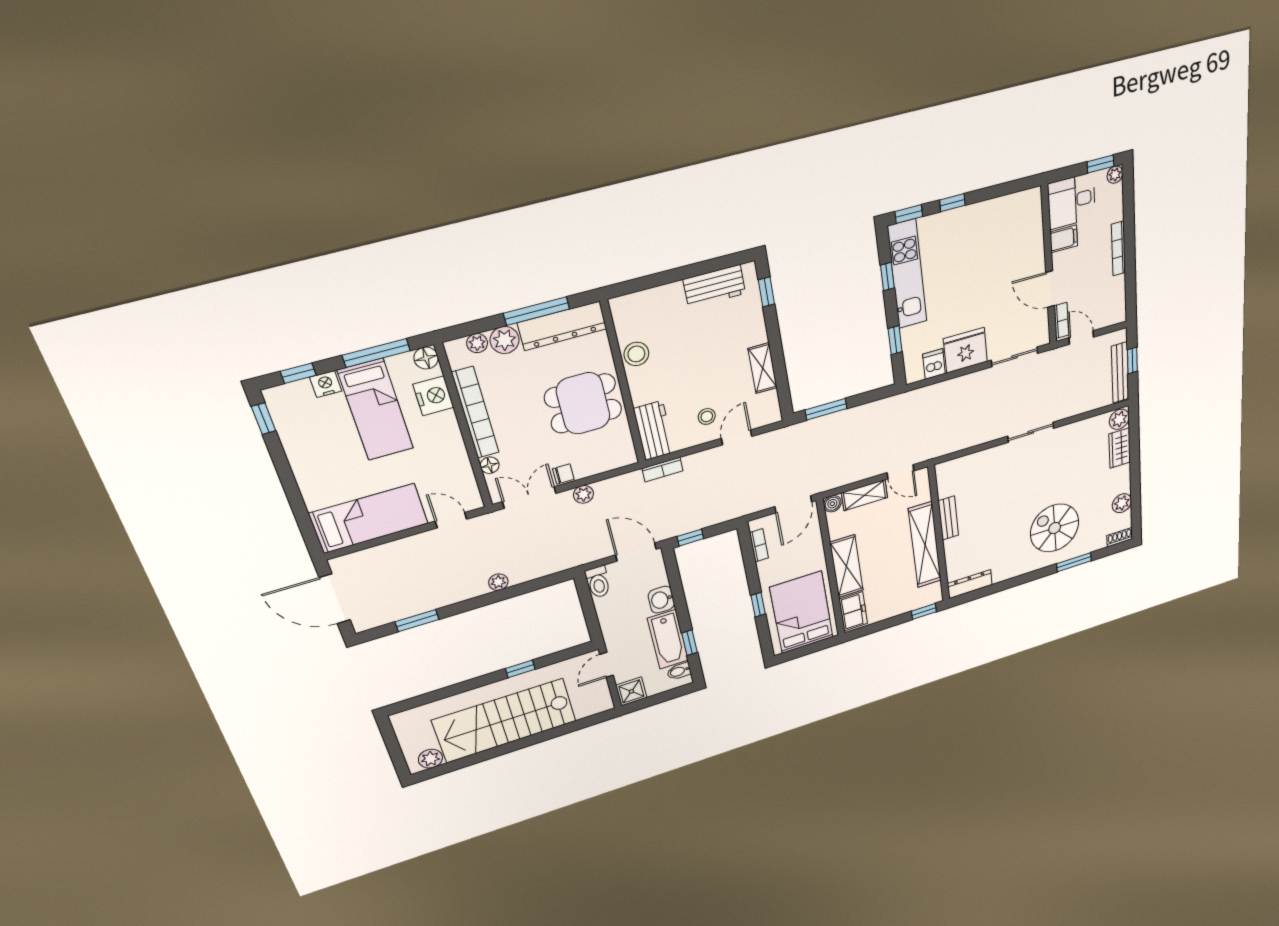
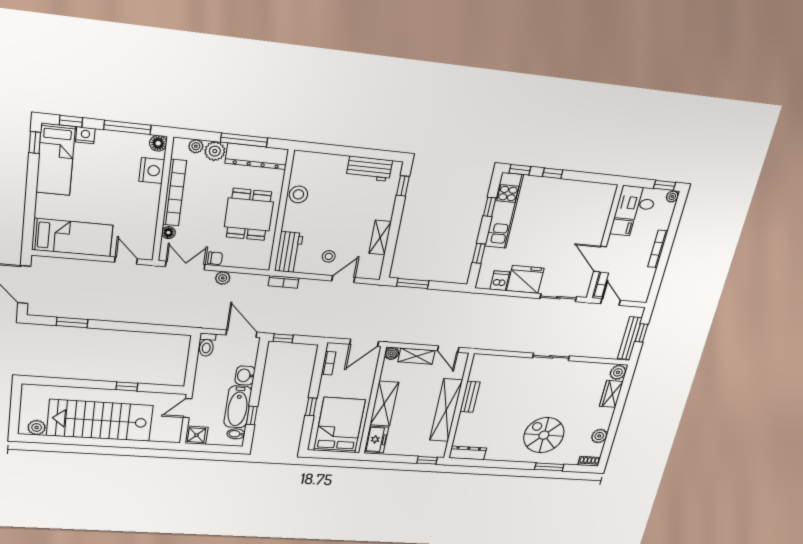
dining table: (583, 403) -> (249, 214), turned 90
bed: (376, 410) -> (55, 160), moved
plant: (498, 582) -> (139, 317), removed

